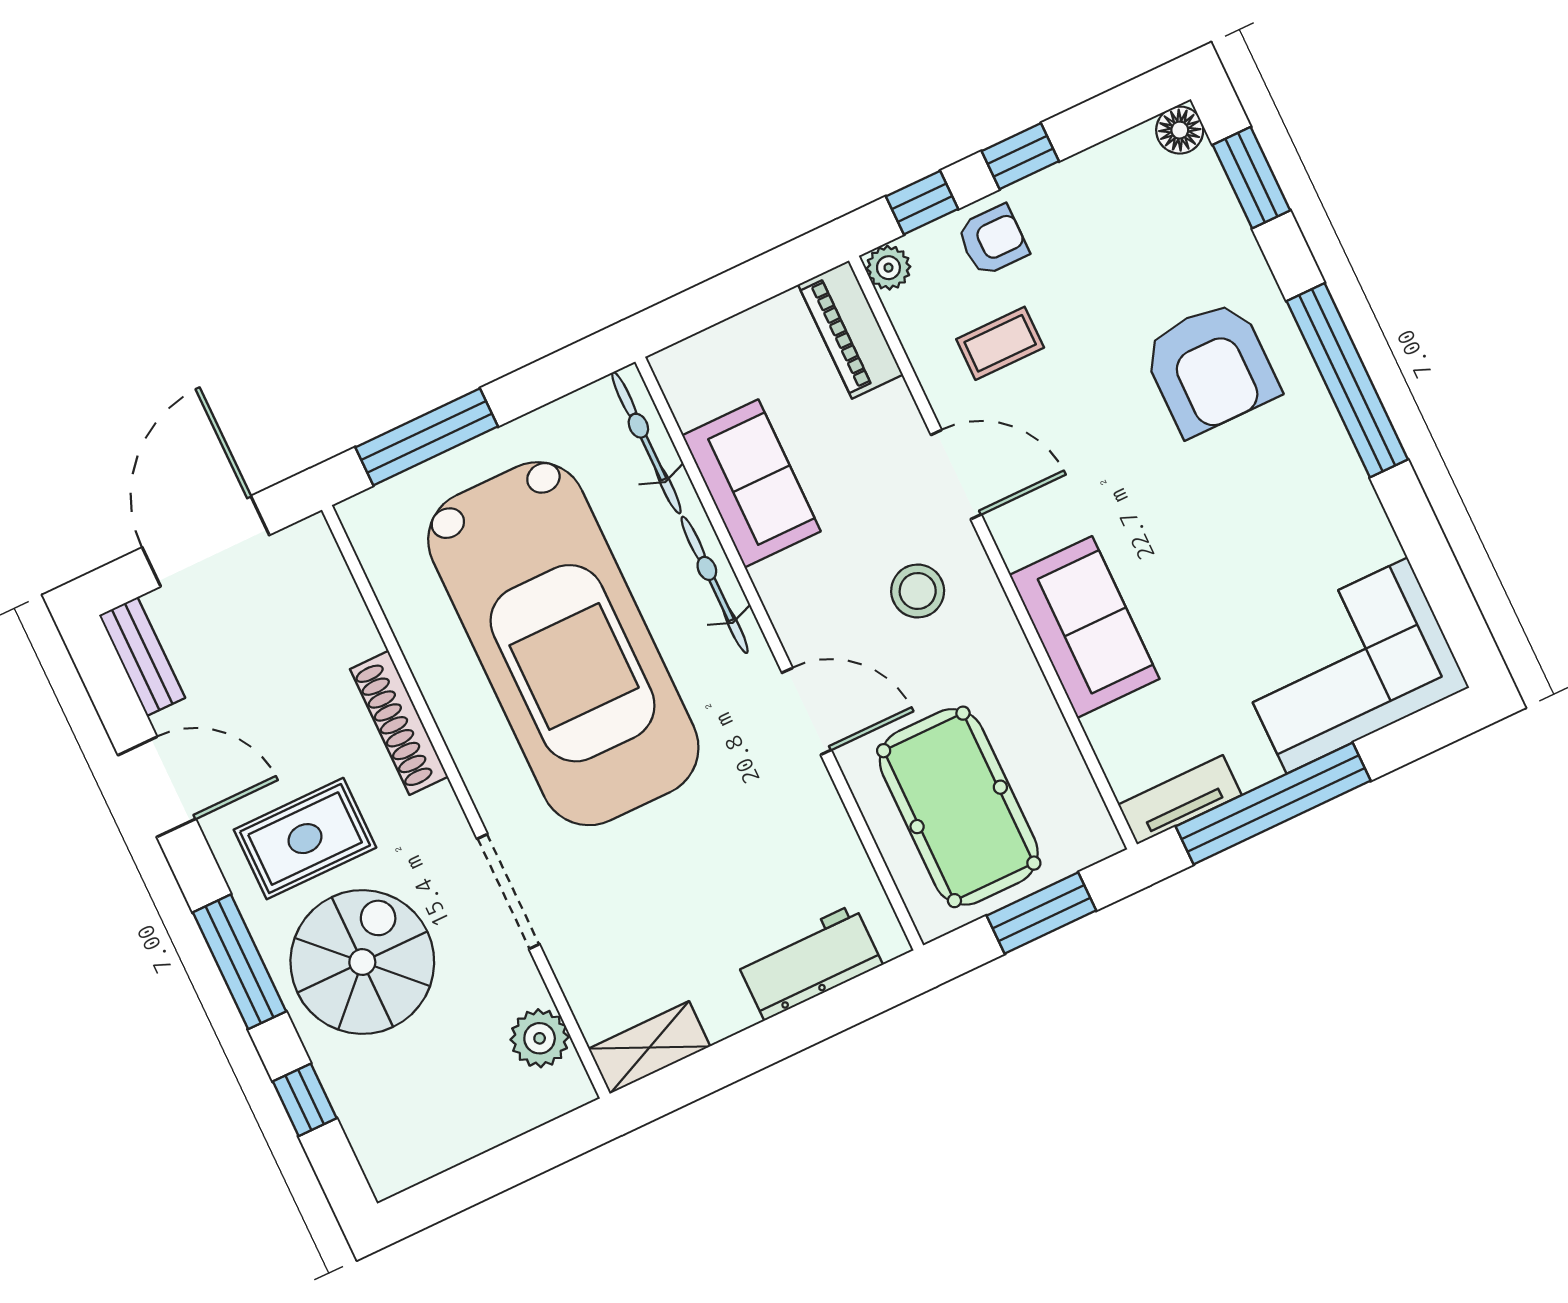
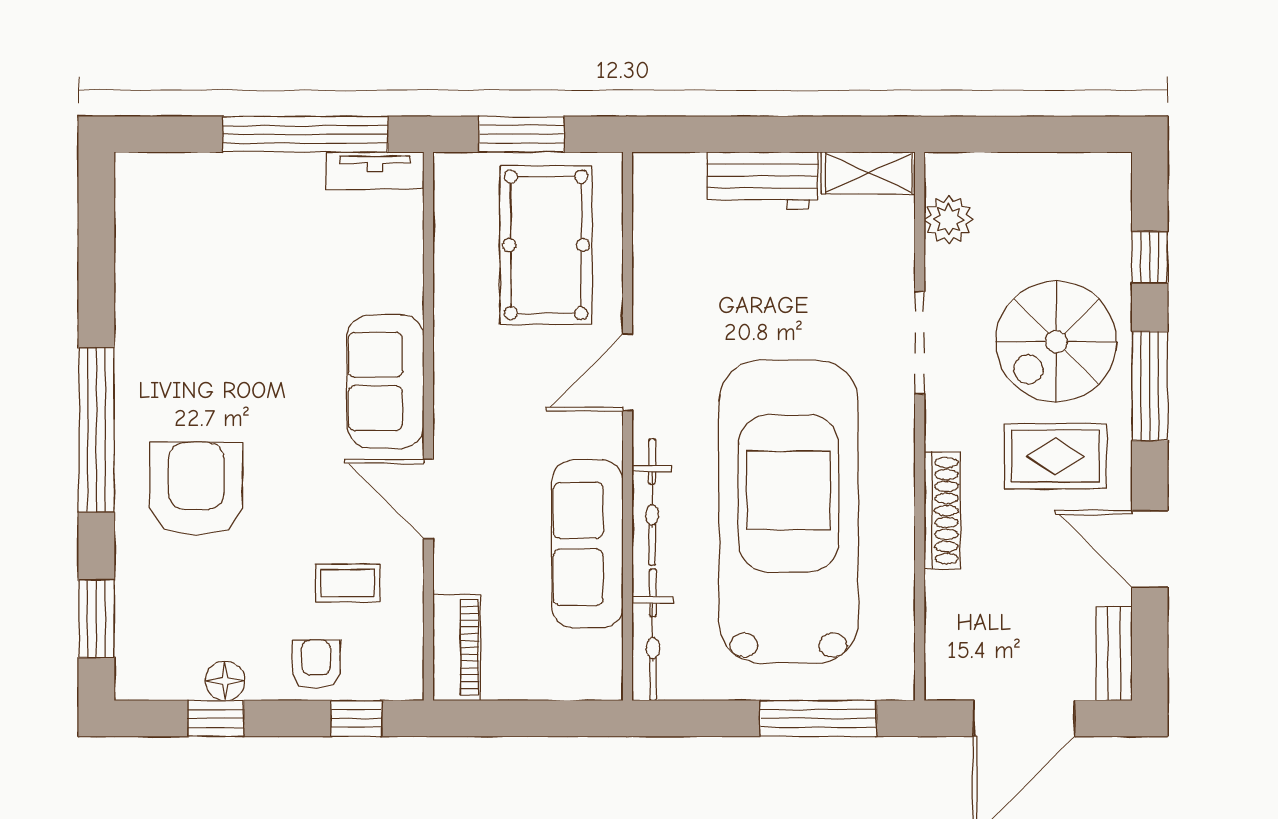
floor lamp: (1180, 130) -> (225, 681), moved
window: (1020, 156) -> (216, 718), moved
armchair: (993, 240) -> (316, 664), turned 90
plant: (888, 268) -> (405, 681), removed
sofa: (751, 483) -> (587, 544), width x1.36
stool: (918, 591) -> (500, 424), removed
sofa: (1085, 627) -> (385, 381), moved
corner sofa: (1347, 666) -> (199, 213), removed
door: (807, 711) -> (628, 372), hinge flipped
workbench: (809, 962) -> (762, 181), moved

